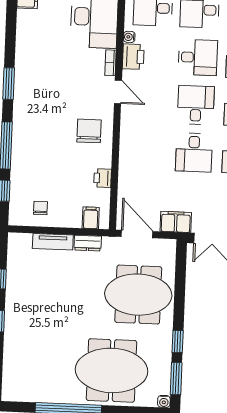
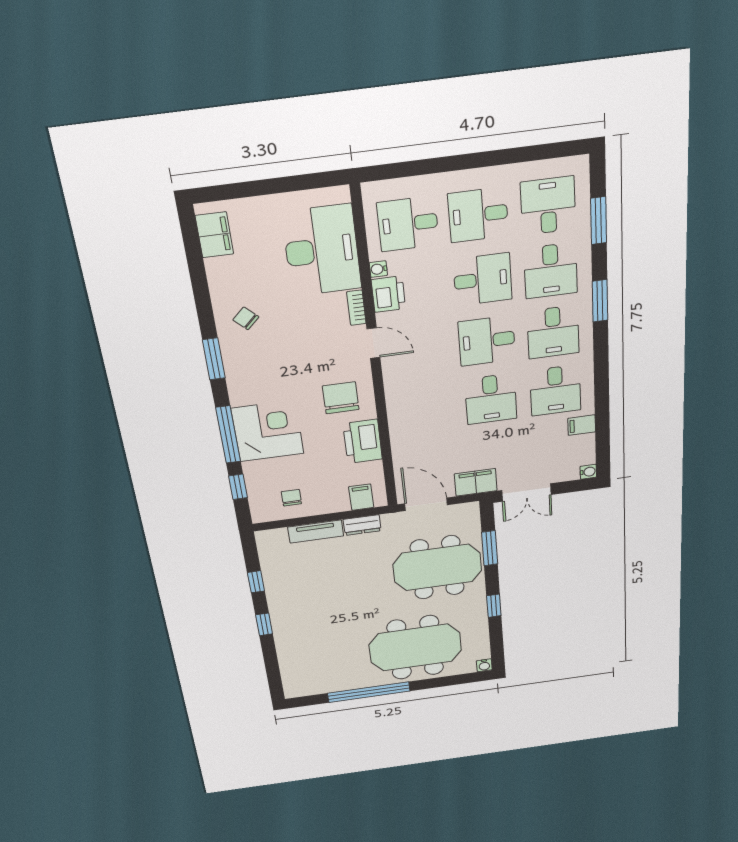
chair: (36, 57) -> (246, 318), added
desk: (196, 105) -> (487, 341), turned -90
corner desk: (34, 148) -> (268, 431), added
printer: (103, 178) -> (363, 441), width x1.87, depth x1.48
window: (176, 379) -> (490, 548), moved

